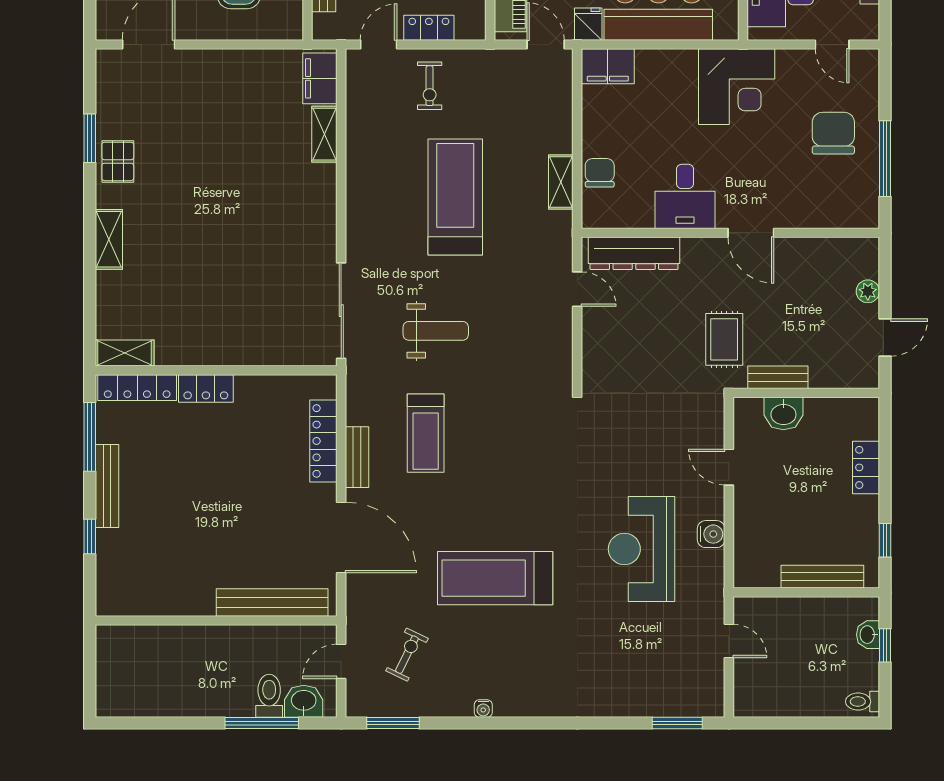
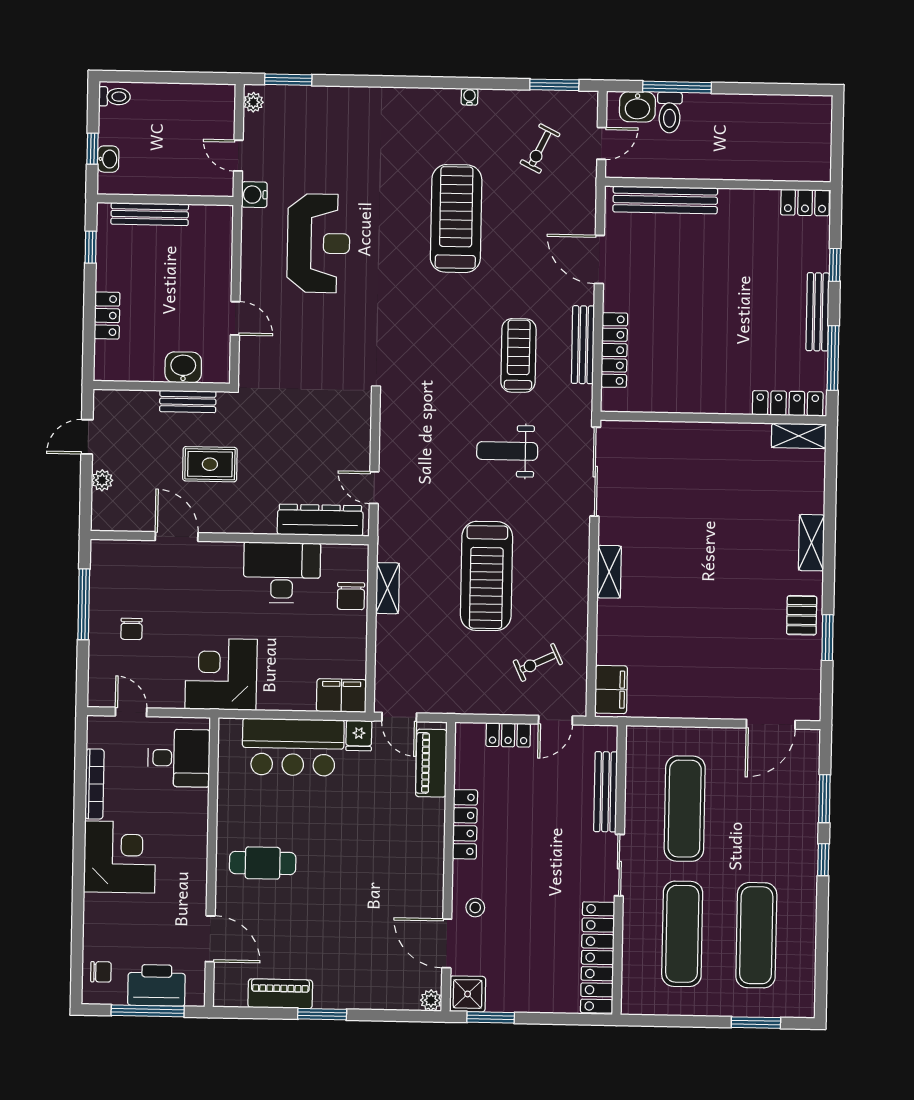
exercise bike: (430, 86) -> (538, 662), moved, turned -115
chair: (833, 133) -> (132, 629), width x0.54, depth x0.54
shelving: (324, 134) -> (609, 572), moved
desk: (685, 196) -> (282, 573), width x1.37
door: (751, 233) -> (177, 537), moved
rug: (724, 339) -> (210, 464), moved, turned 90
locker: (206, 388) -> (805, 202), moved, turned 180
bench: (357, 457) -> (583, 345), width x1.36
water cooler: (711, 534) -> (254, 195), moved
door: (341, 537) -> (599, 259), width x0.73
treadmill: (495, 578) -> (456, 219), turned -90
plant: (714, 698) -> (253, 102), added

